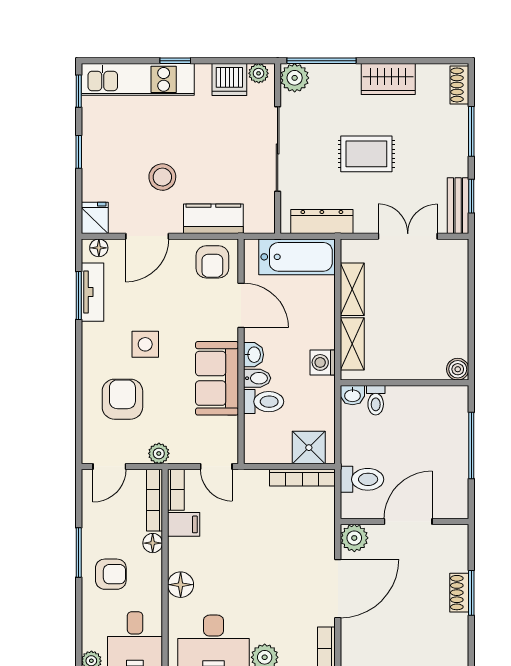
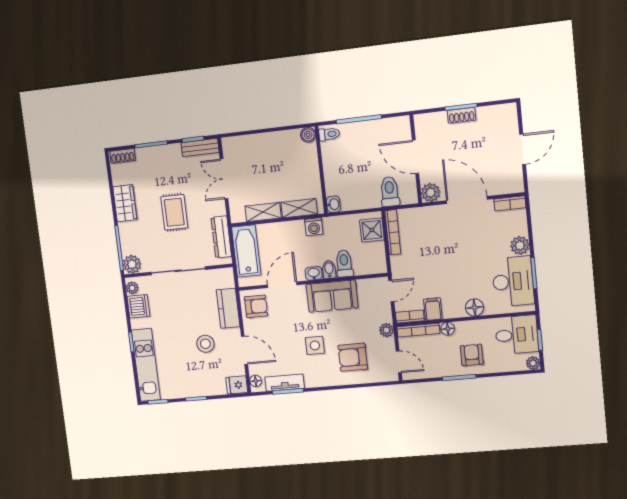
toilet: (376, 400) -> (329, 134), moved

